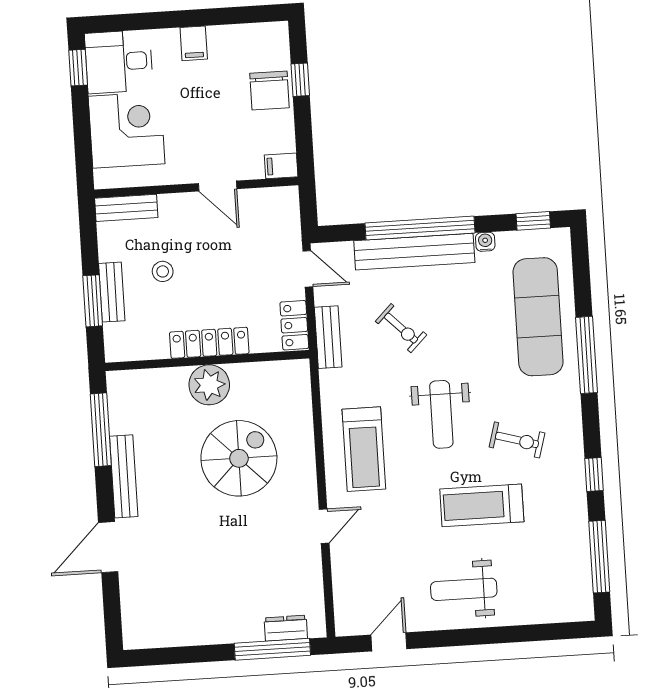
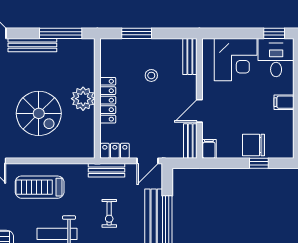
bench: (112, 292) -> (190, 141), moved, turned 90
exercise bike: (401, 328) -> (109, 213), turned -45

